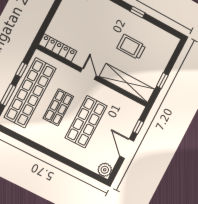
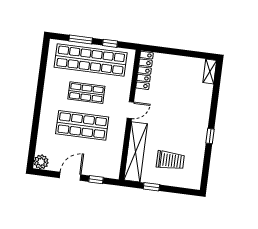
trolley: (131, 47) -> (170, 160), moved, turned 90

